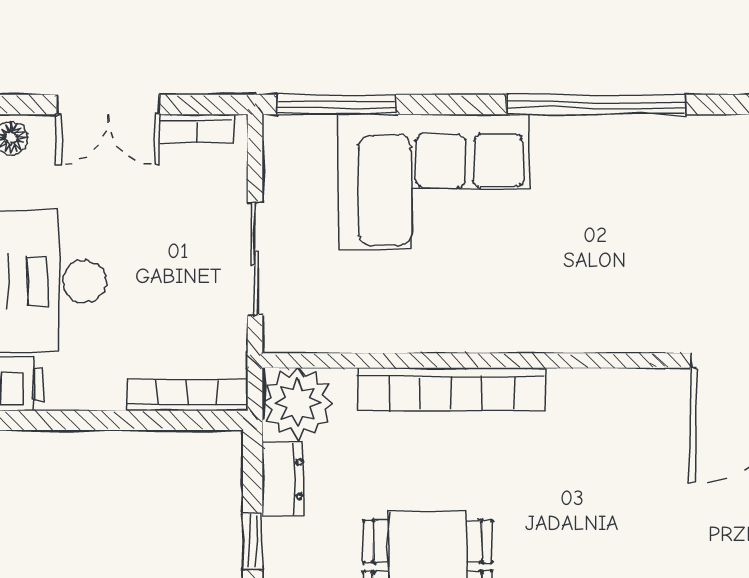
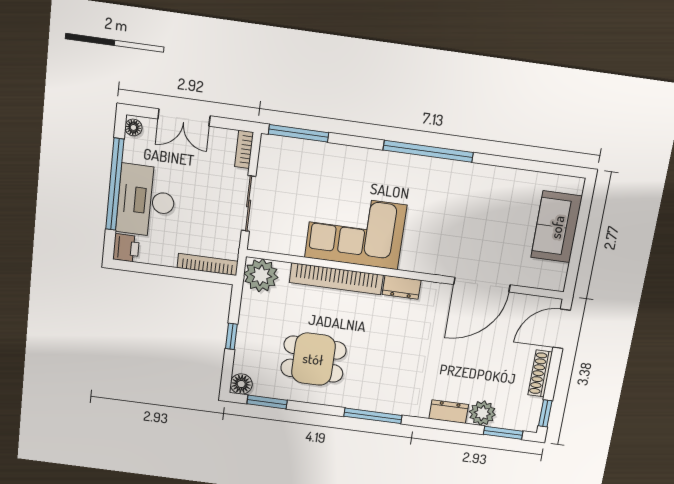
bookcase: (196, 129) -> (244, 149), moved, turned 90
corner sofa: (434, 182) -> (356, 231), moved, turned 180
dresser: (283, 479) -> (402, 287), moved, turned 90

